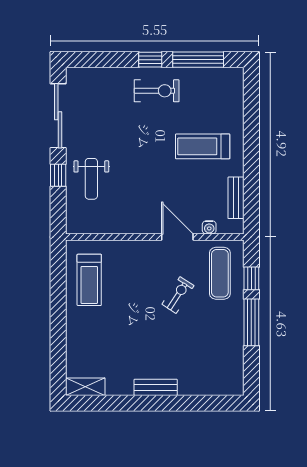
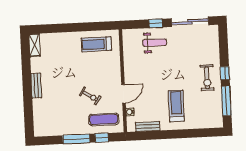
weight bench: (91, 179) -> (155, 43), turned 180

